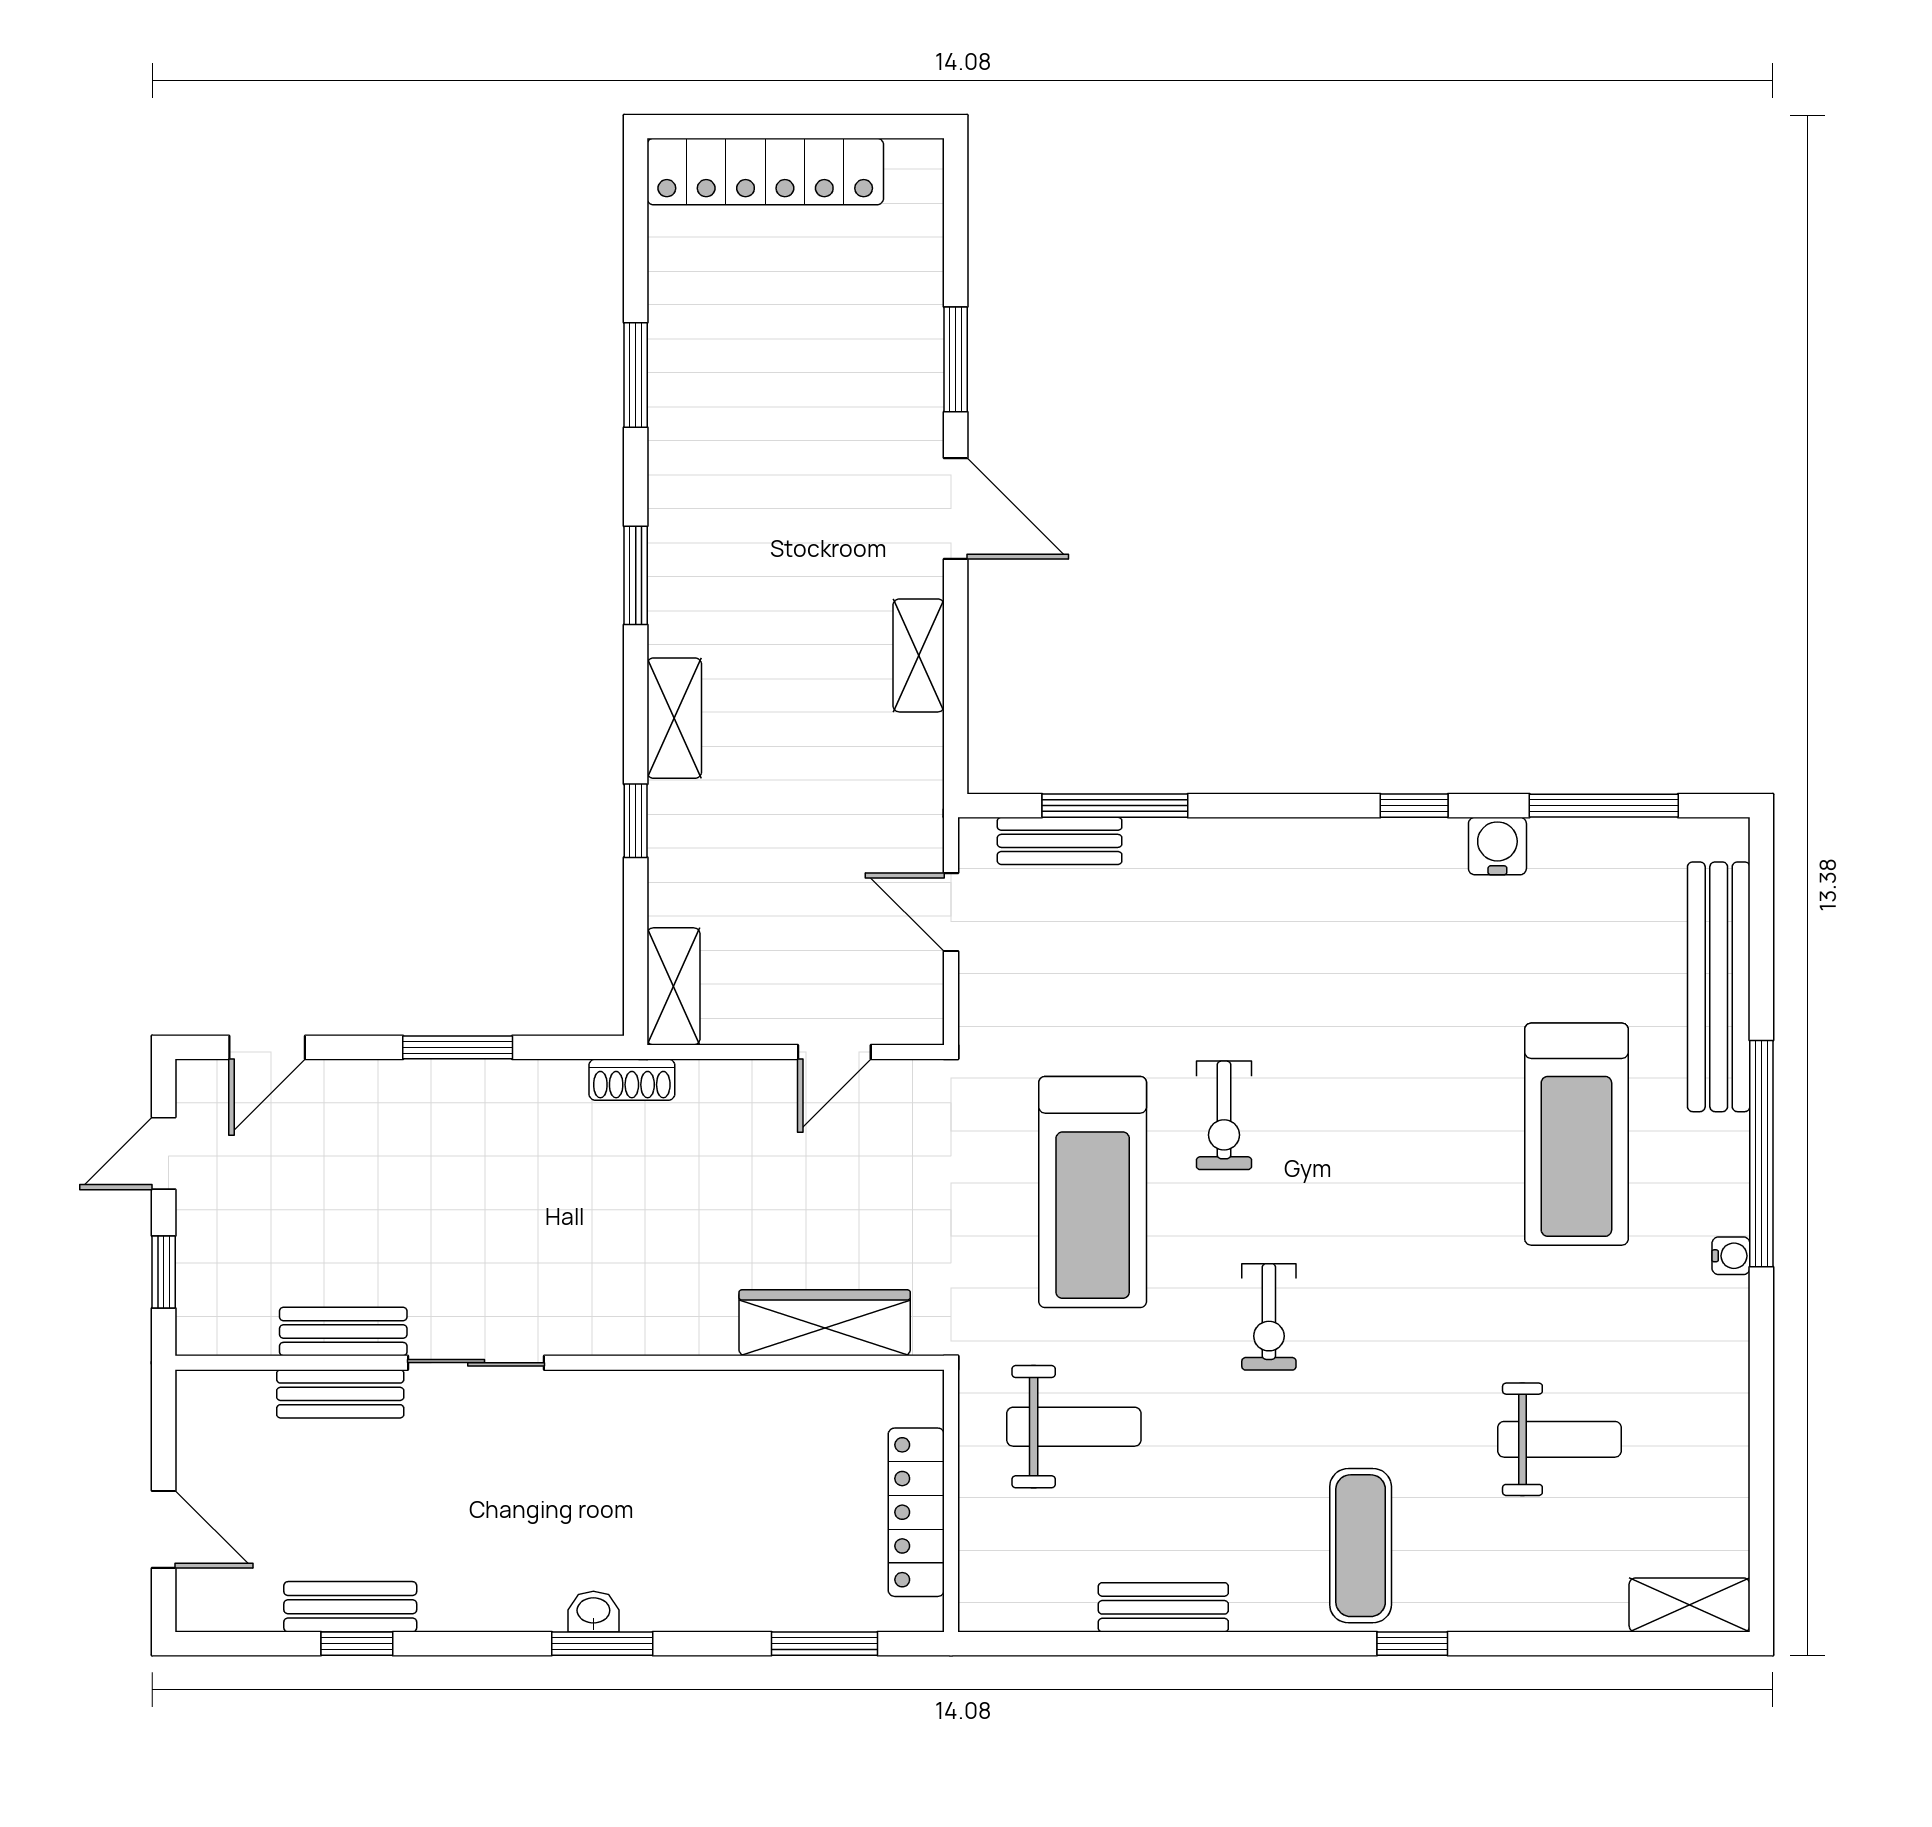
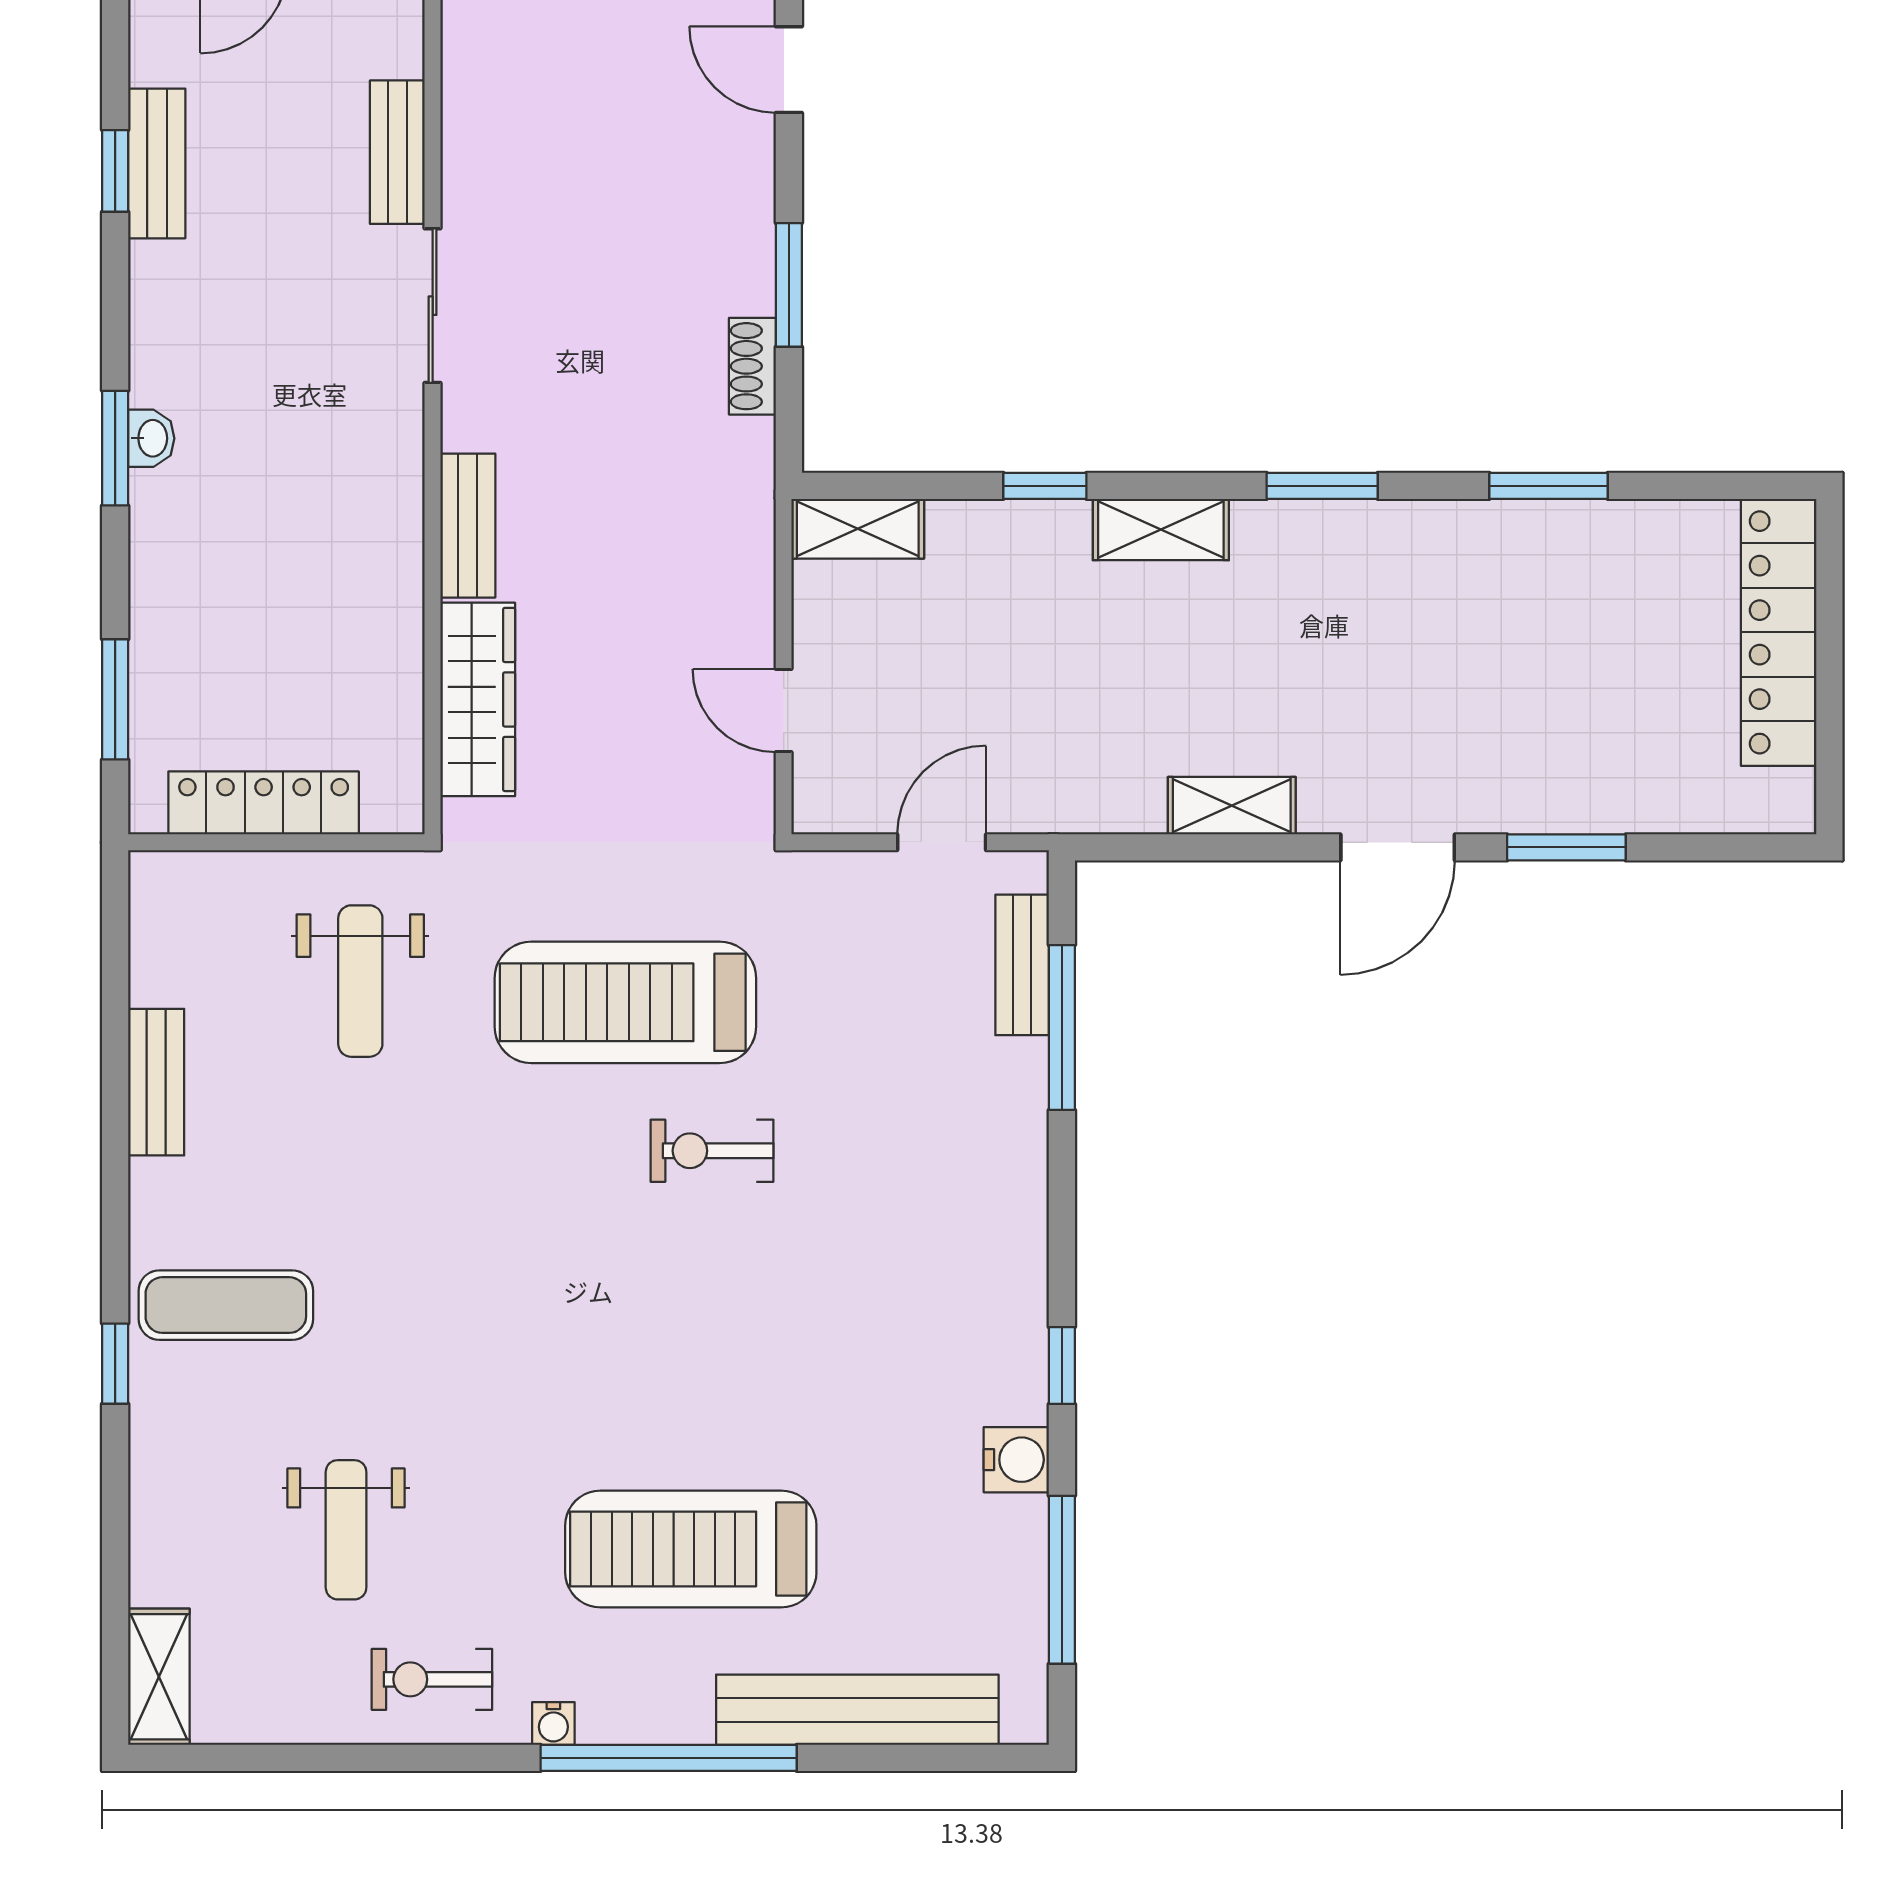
shoe rack: (632, 1080) -> (752, 366), moved
exercise bike: (1269, 1317) -> (432, 1679), moved
bench: (343, 1332) -> (468, 526), moved

